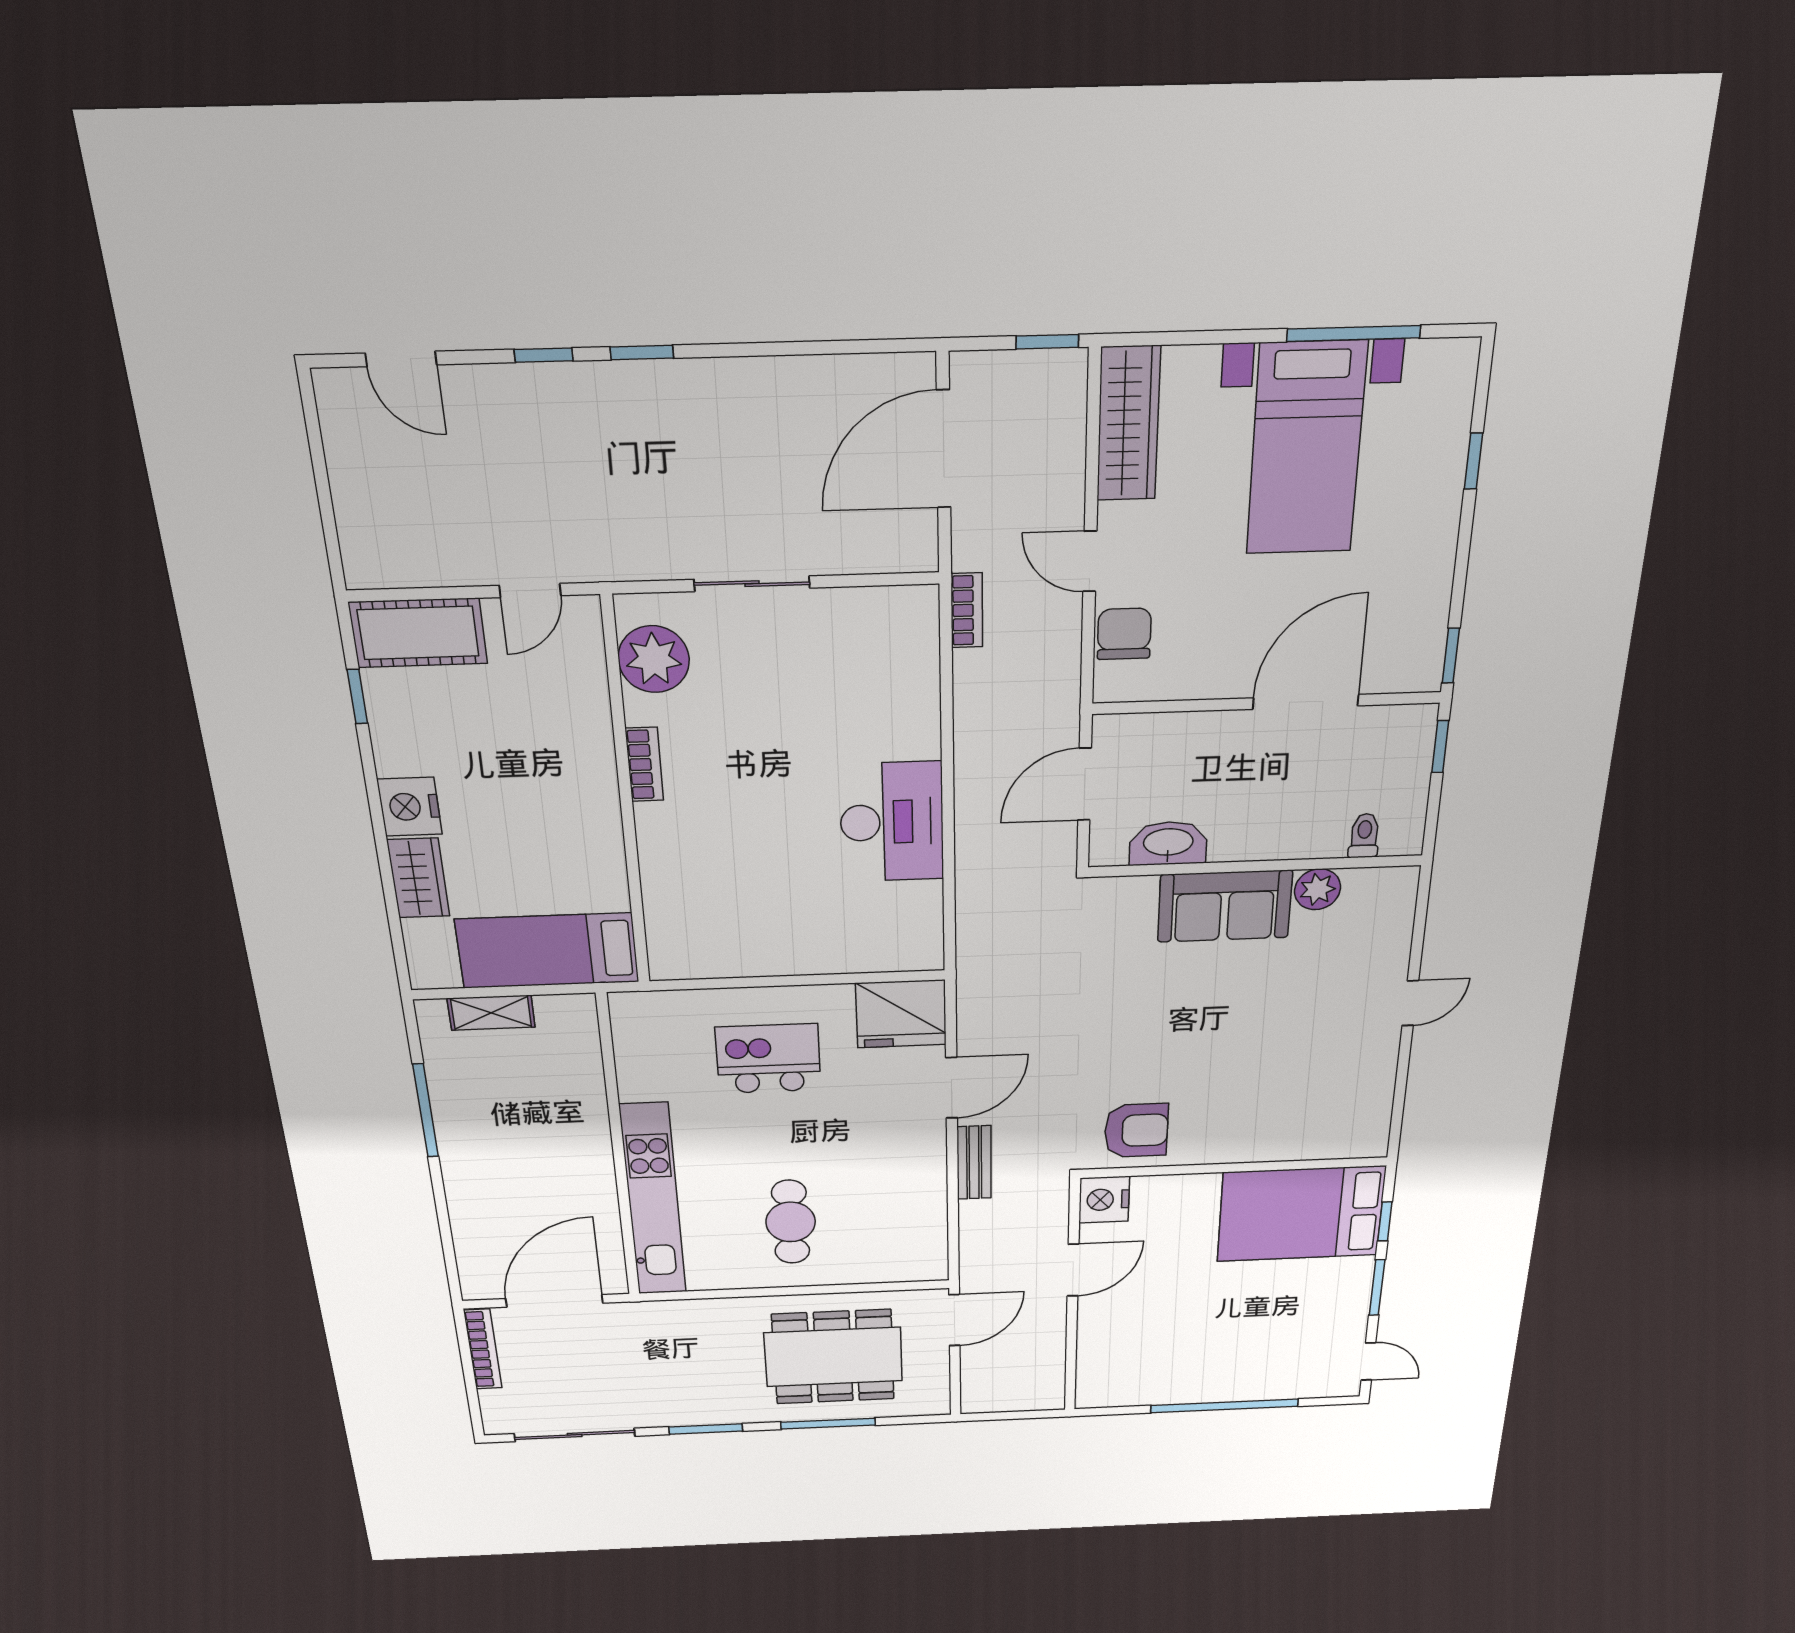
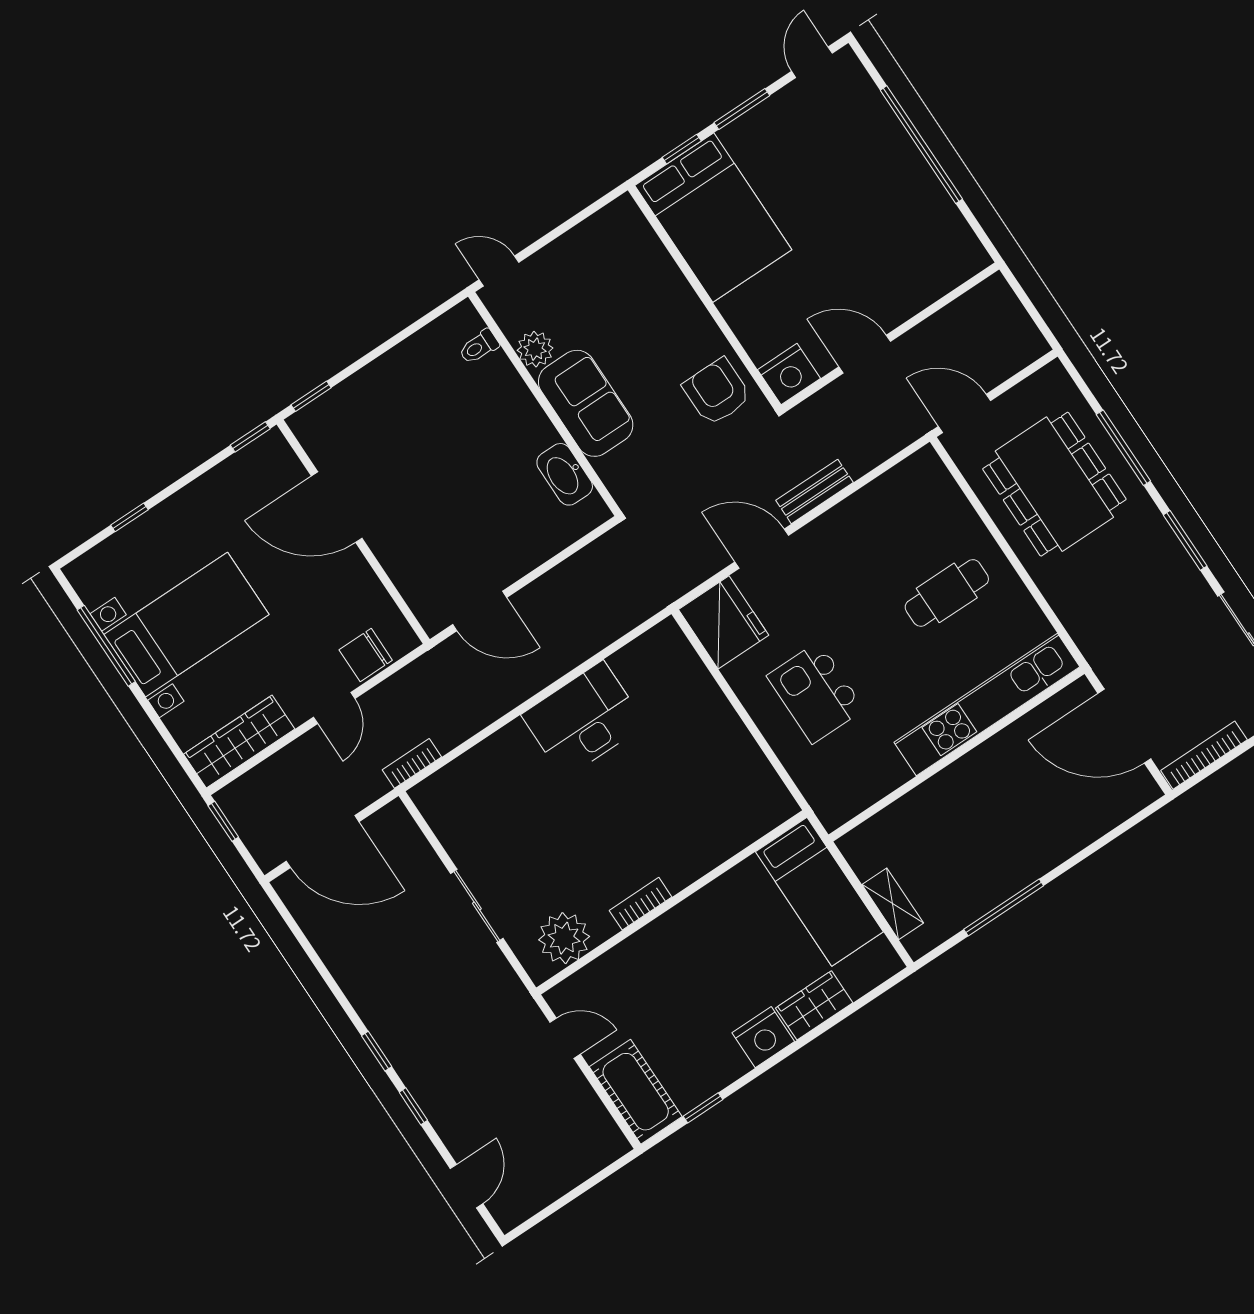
toilet: (1364, 836) -> (479, 347), moved
washbasin: (1168, 843) -> (565, 474), moved
wall: (1255, 866) -> (545, 404), moved
plant: (1317, 889) -> (535, 349), moved
sofa: (1225, 906) -> (586, 403), moved

